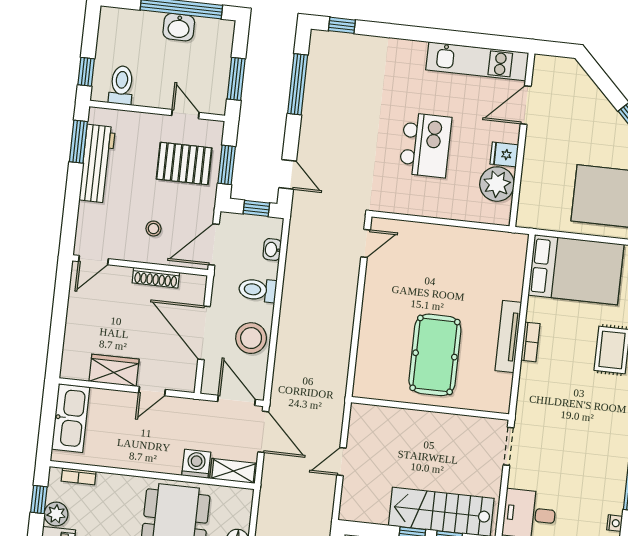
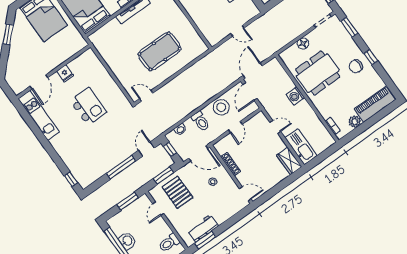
window: (298, 84) -> (121, 167), moved
door: (526, 105) -> (39, 82), hinge flipped
kitchen island: (426, 145) -> (88, 107), turned 90
workbench: (97, 164) -> (203, 228), width x0.73
plant: (497, 184) -> (79, 66), removed
door: (204, 333) -> (235, 127), width x0.53
pool table: (435, 355) -> (160, 51), moved
wardrobe: (114, 370) -> (289, 161), moved
kitchen sink: (71, 418) -> (301, 147), moved, turned 90
washing machine: (196, 464) -> (295, 96), moved
shelving: (233, 471) -> (278, 69), removed
window: (39, 499) -> (355, 133), removed

